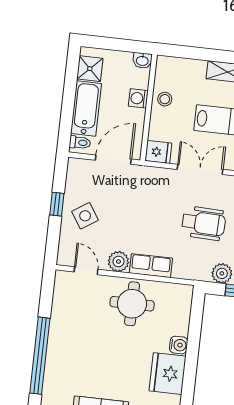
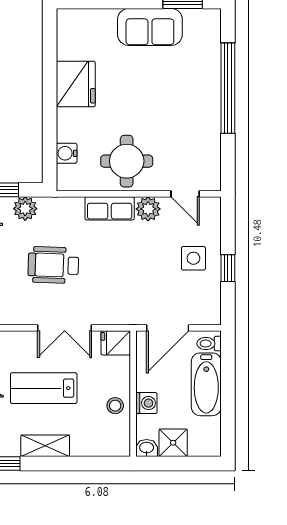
shower: (90, 69) -> (173, 443), moved
side table: (85, 216) -> (193, 258), turned 33
water cooler: (179, 345) -> (67, 153), moved

